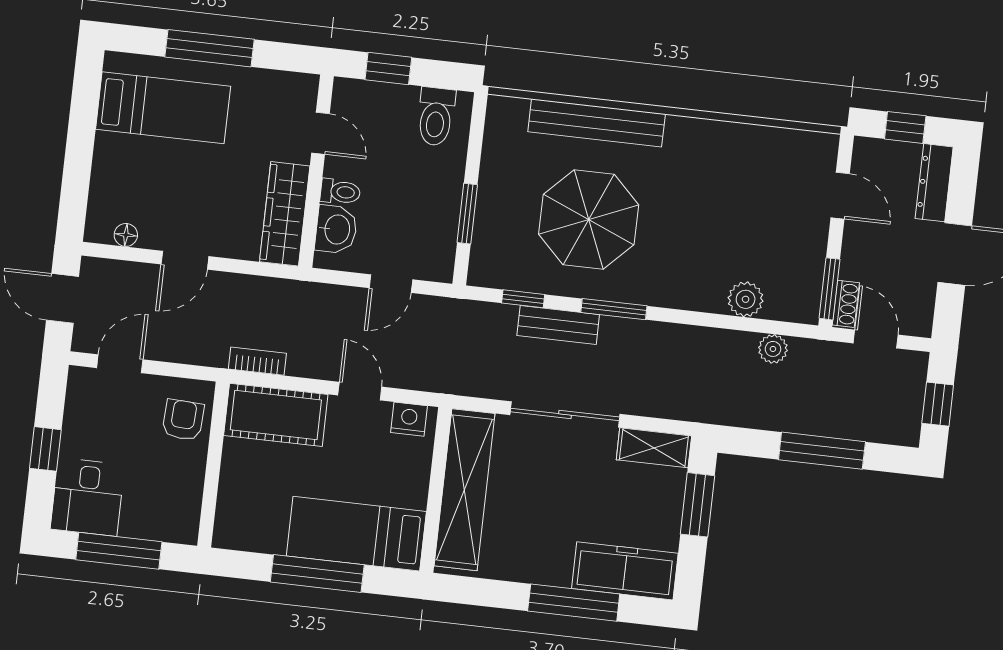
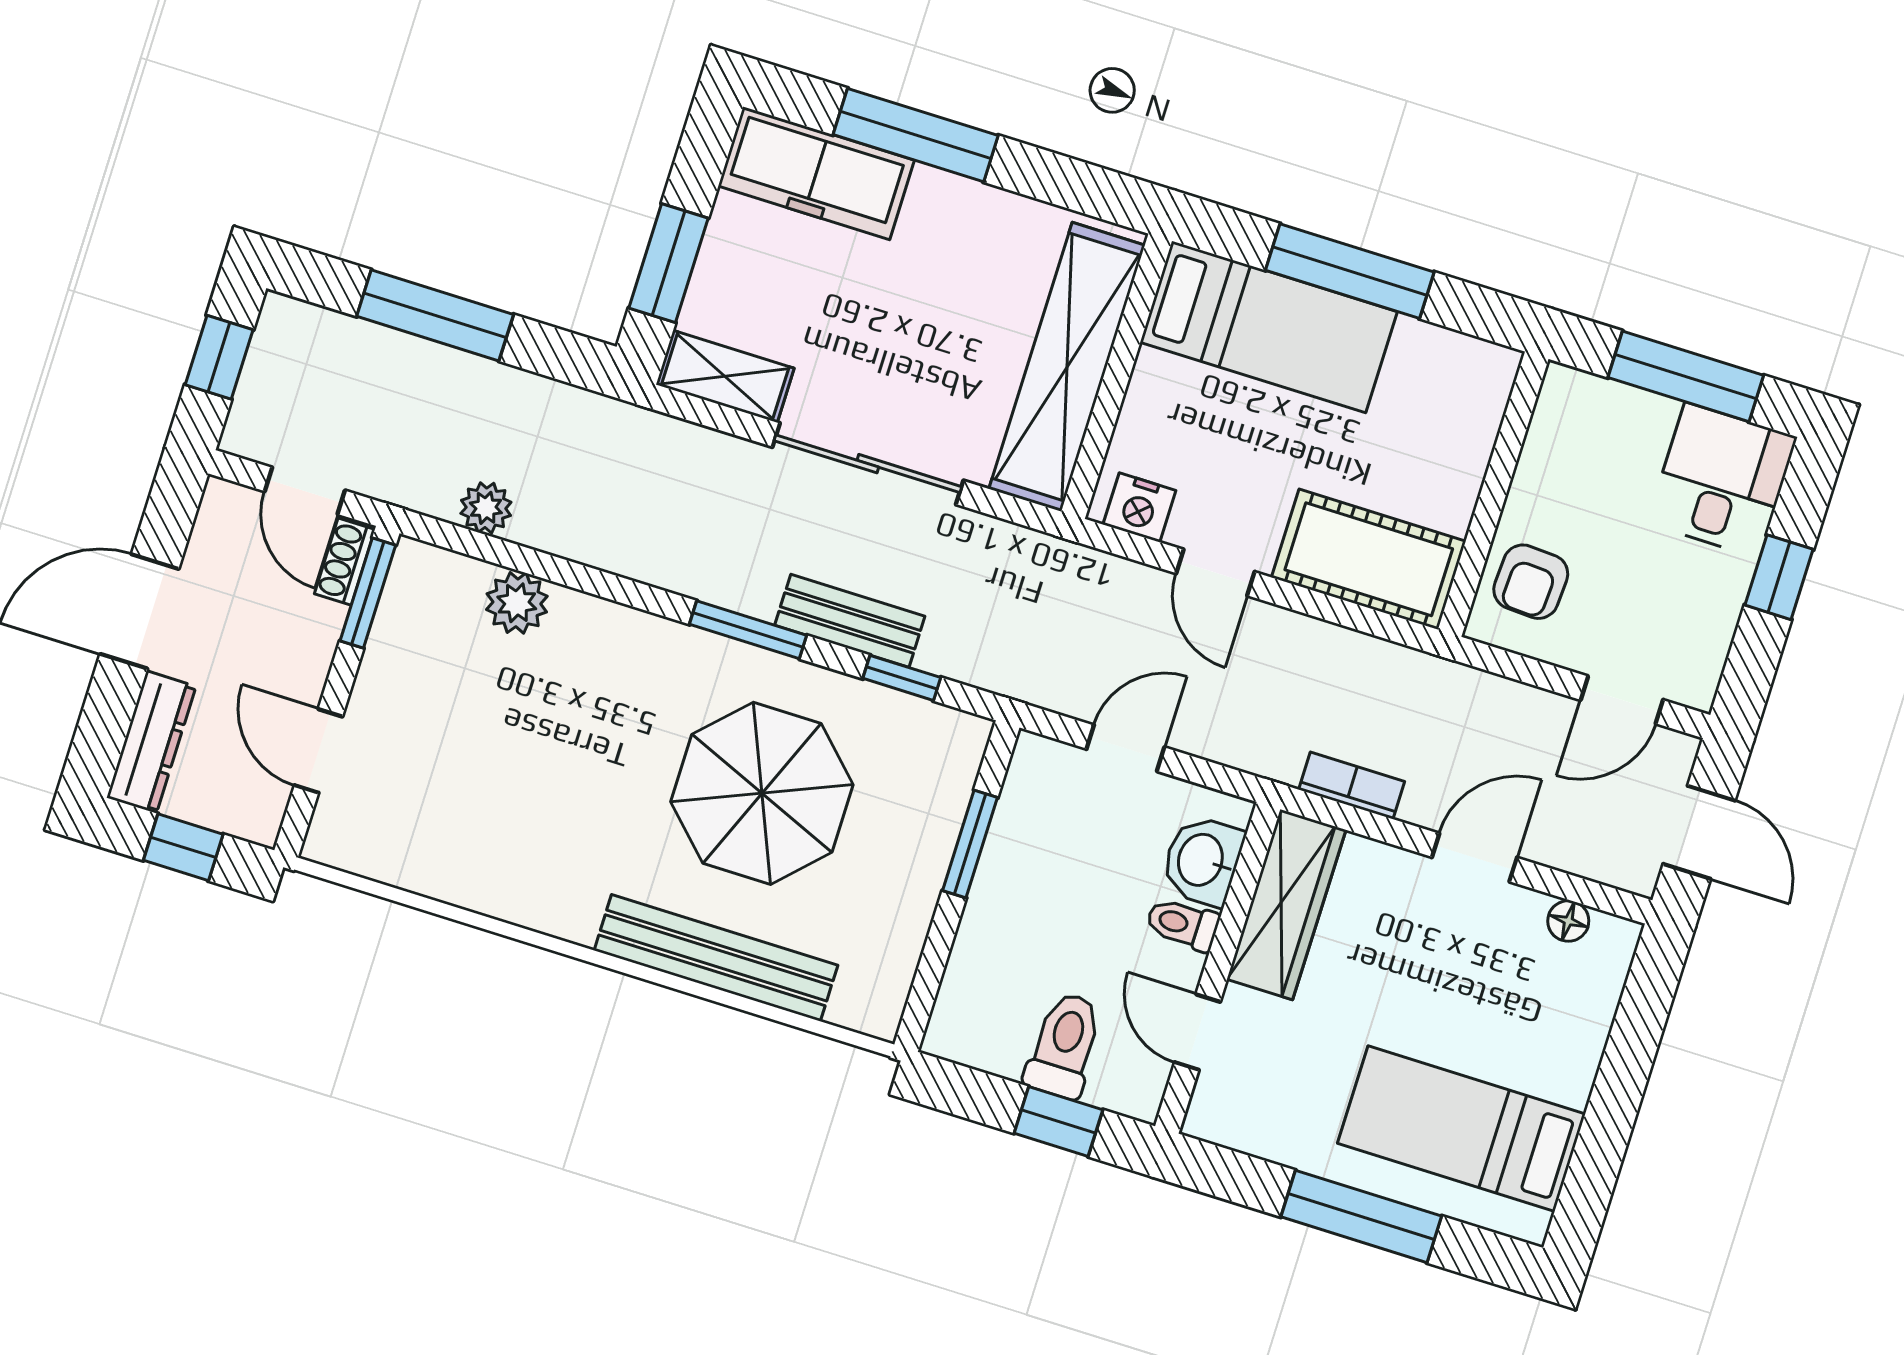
toilet: (436, 117) -> (1064, 1045), moved
bookcase: (257, 361) -> (1352, 785), moved, turned 180

